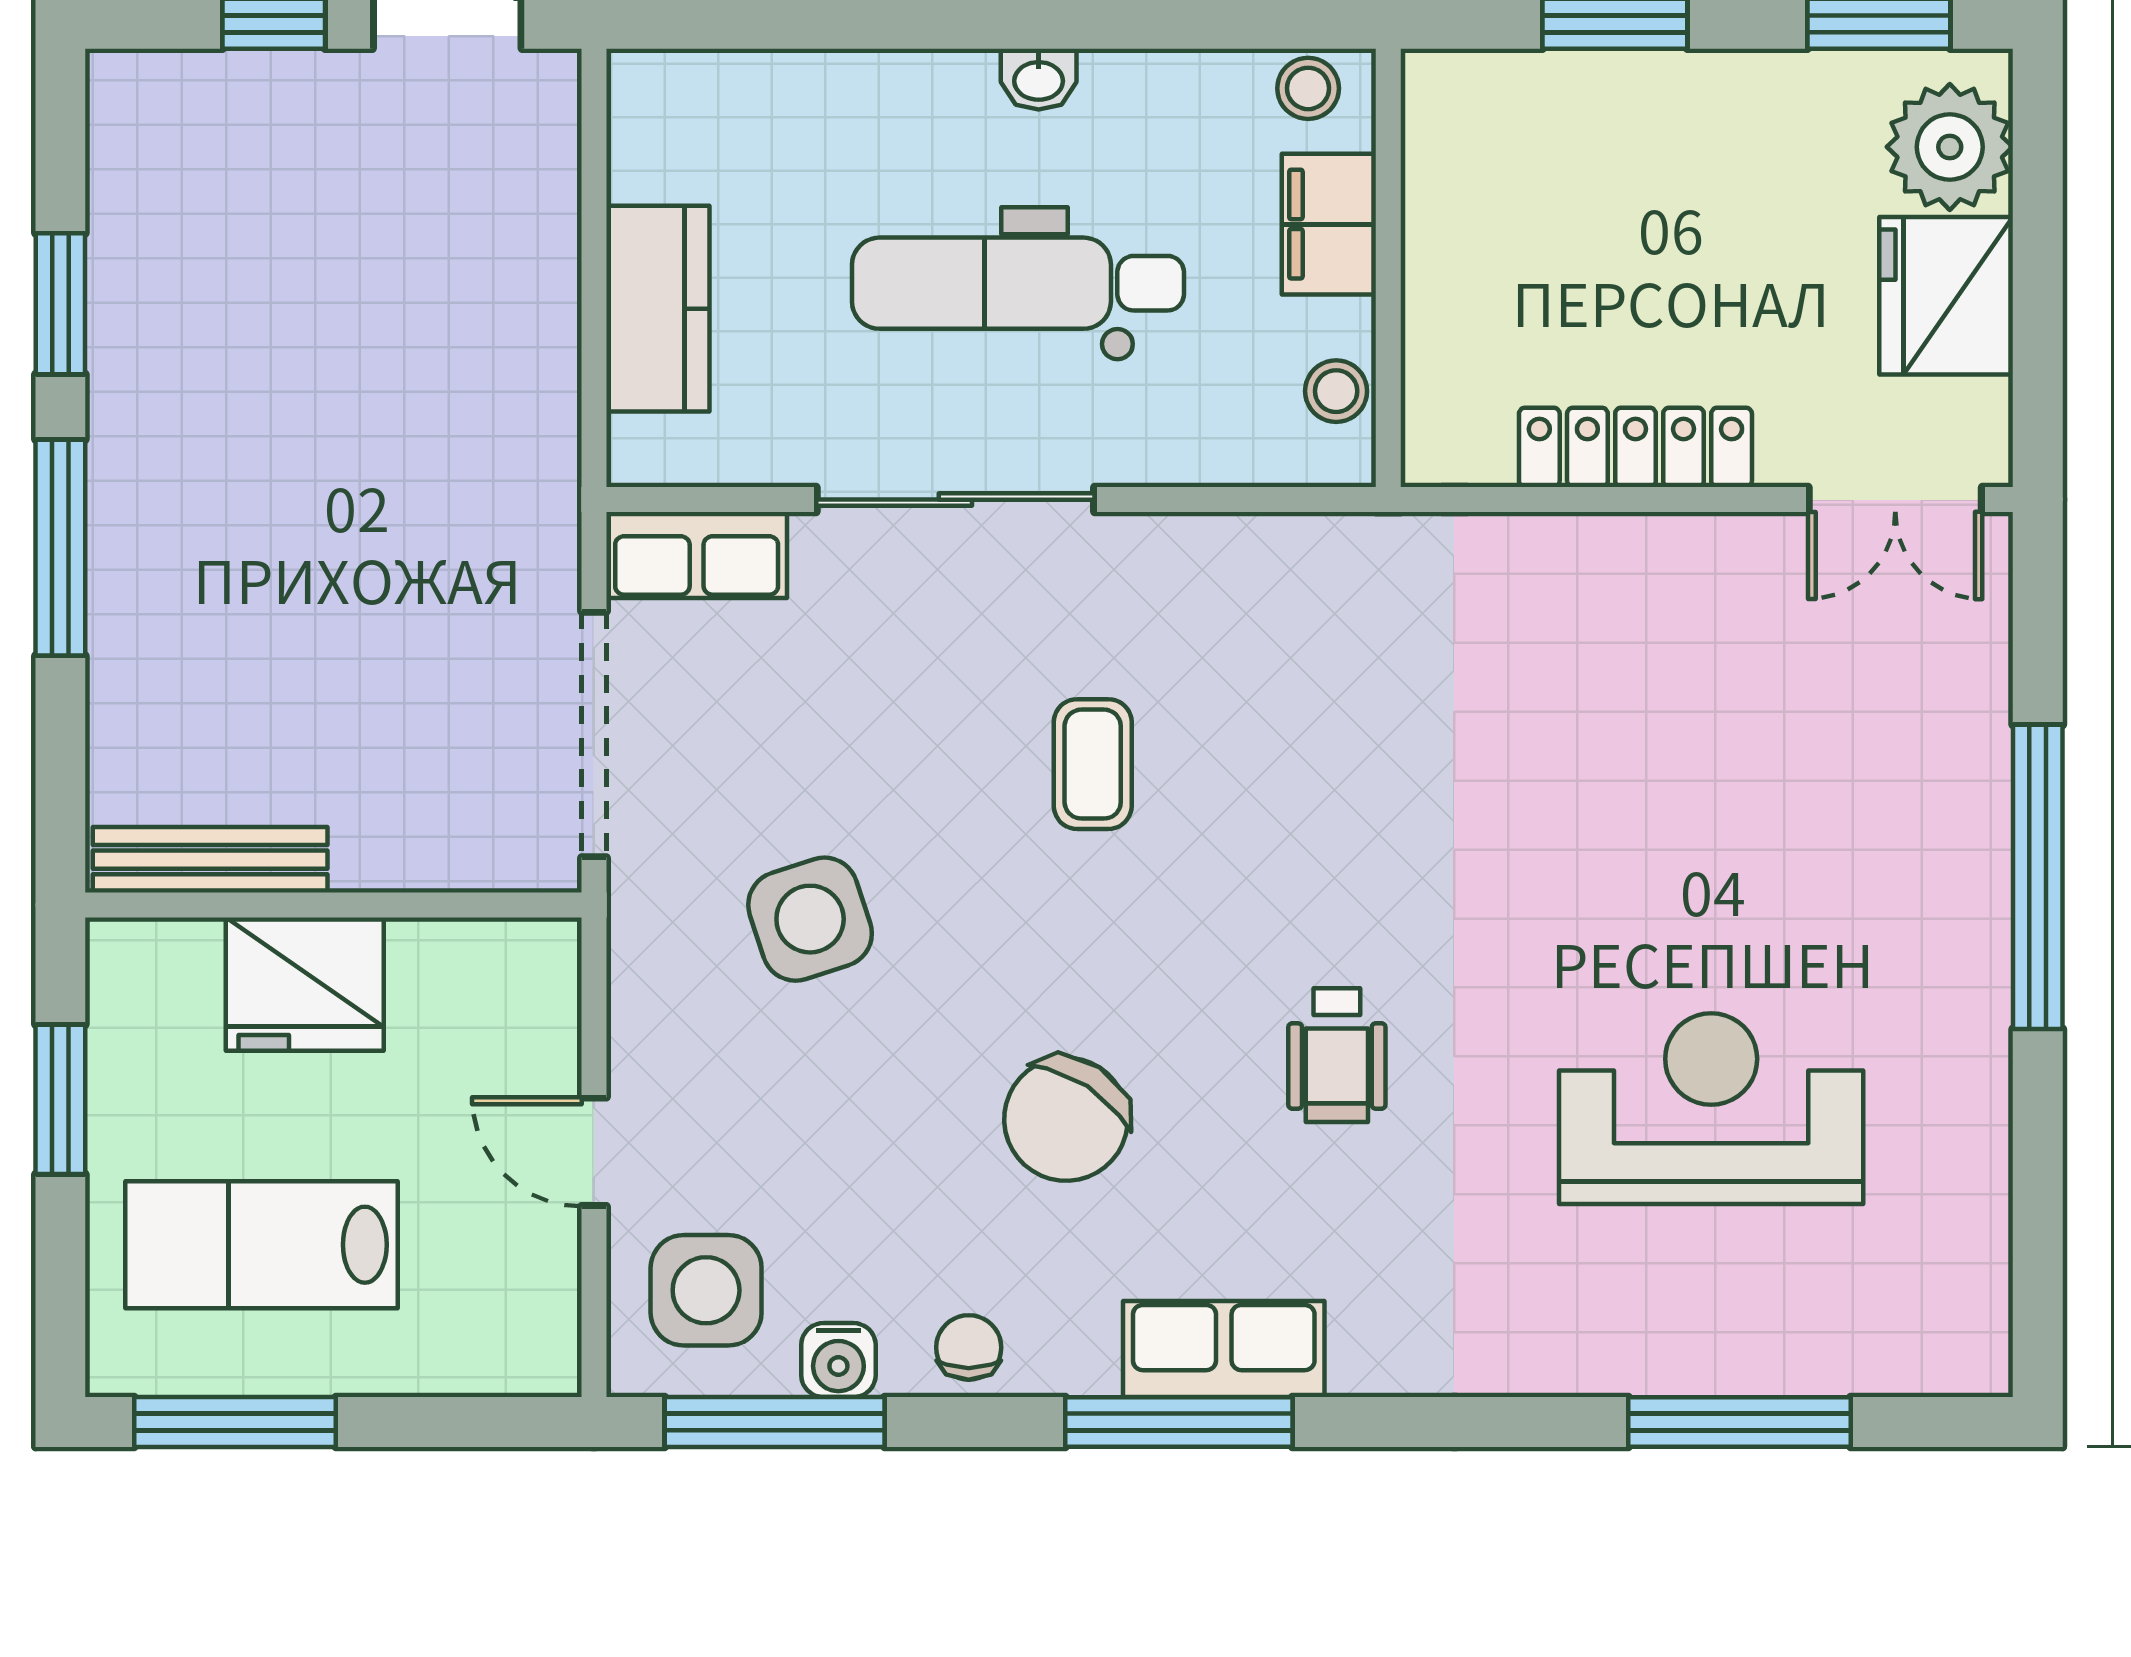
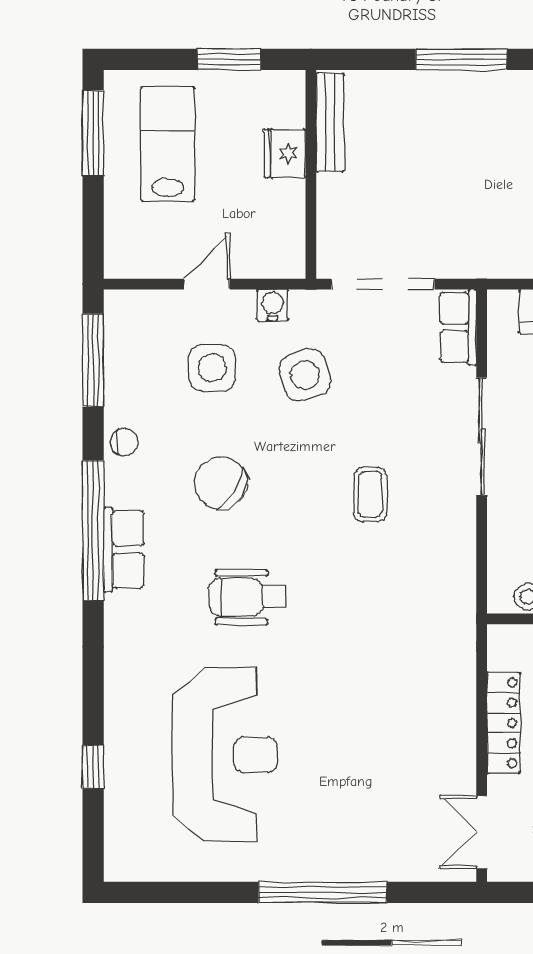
coffee table: (1093, 764) -> (370, 494), turned 90
fridge: (305, 984) -> (285, 153), width x0.73, depth x0.75
wheelchair: (1337, 1055) -> (248, 597), width x1.36, depth x1.37
reception desk: (1711, 1109) -> (225, 755), width x1.36, depth x1.30
side table: (706, 1290) -> (212, 368), moved
water cooler: (838, 1360) -> (273, 305), moved, turned 90
window: (1179, 1422) -> (93, 531), width x1.46
window: (1740, 1422) -> (93, 767), width x0.46

